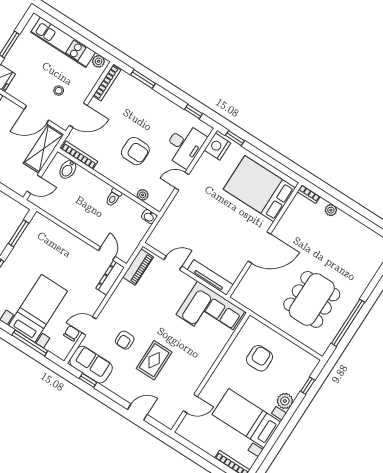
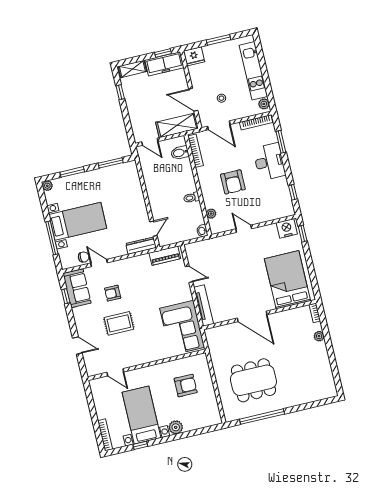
desk: (185, 145) -> (269, 162), moved, turned -90
window: (308, 386) -> (140, 445), moved

